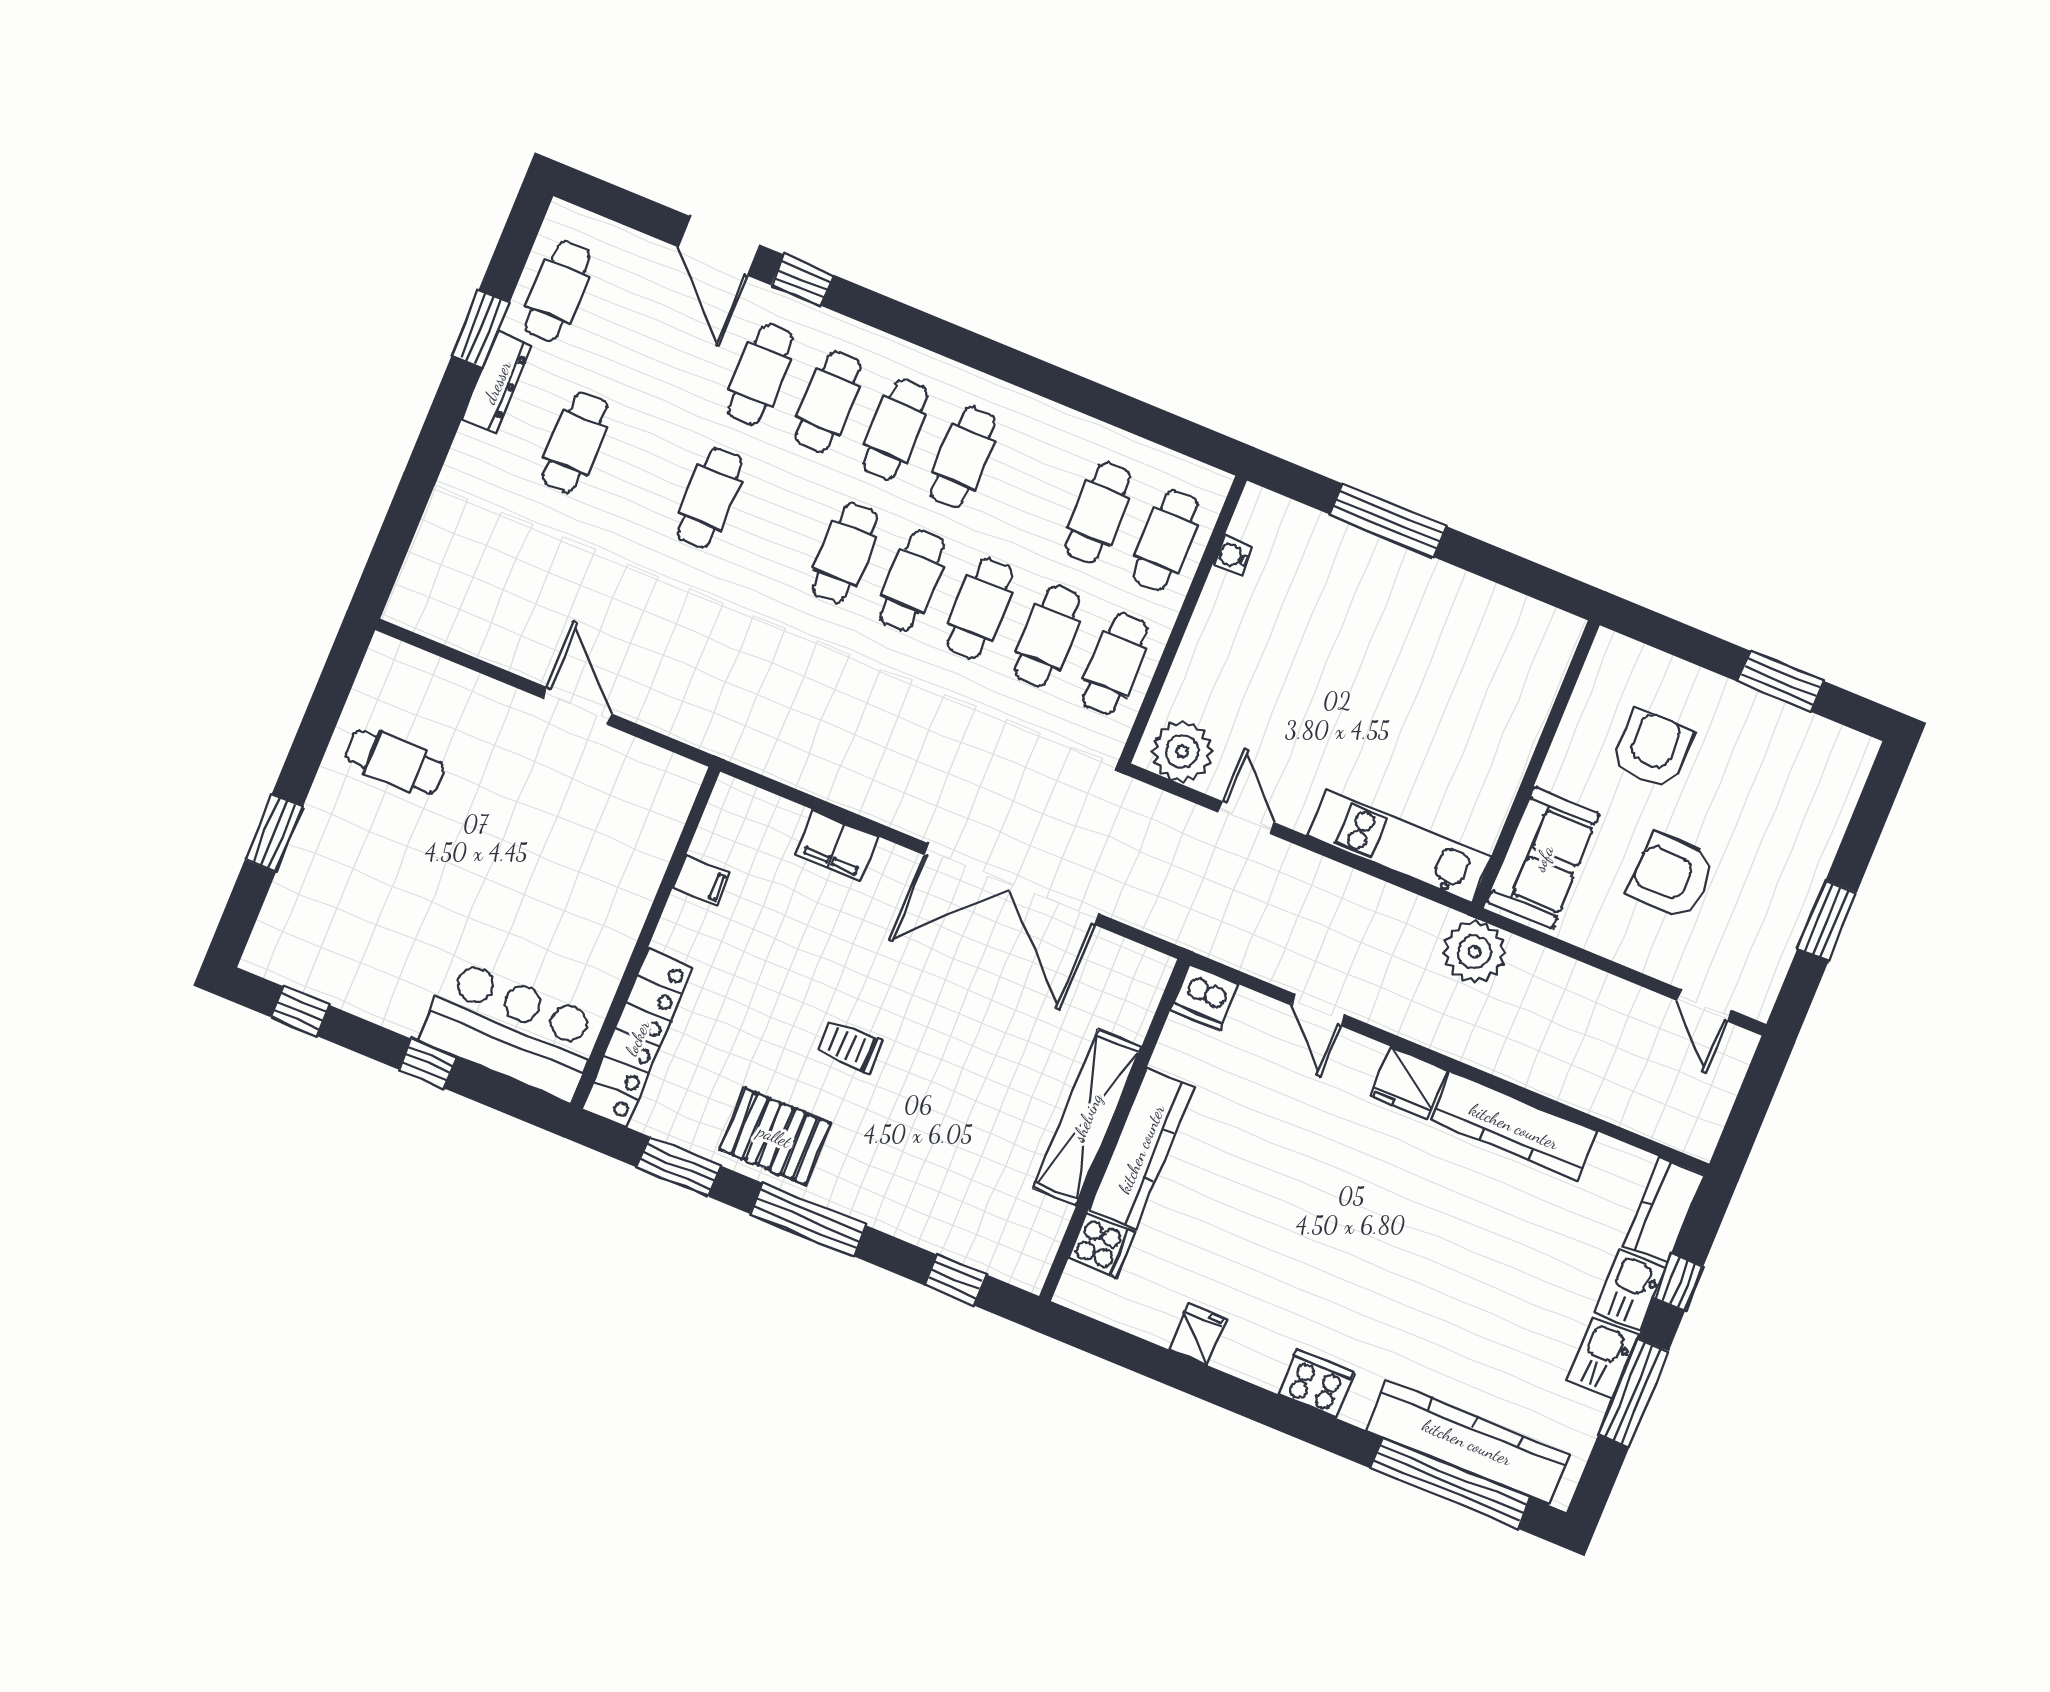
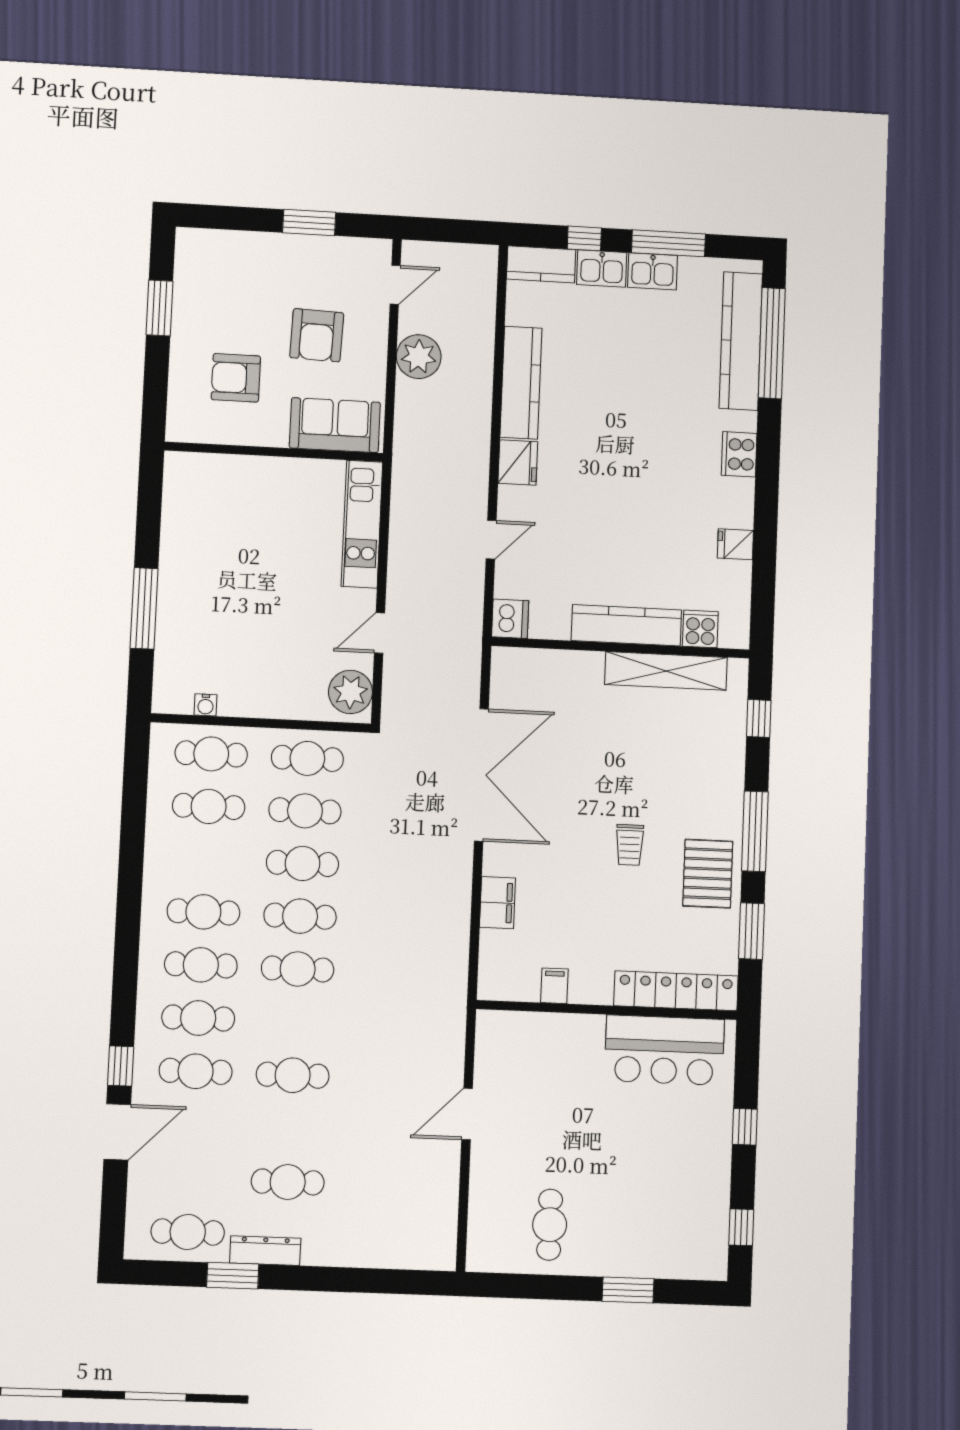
plant: (1474, 952) -> (419, 357), moved
bar counter: (511, 1030) -> (664, 1050), moved, turned -90
shelving: (1087, 1117) -> (666, 671), moved

